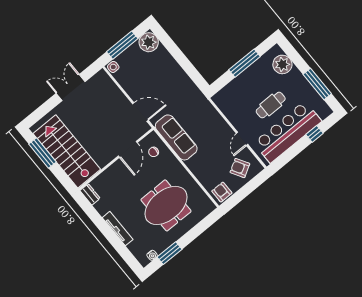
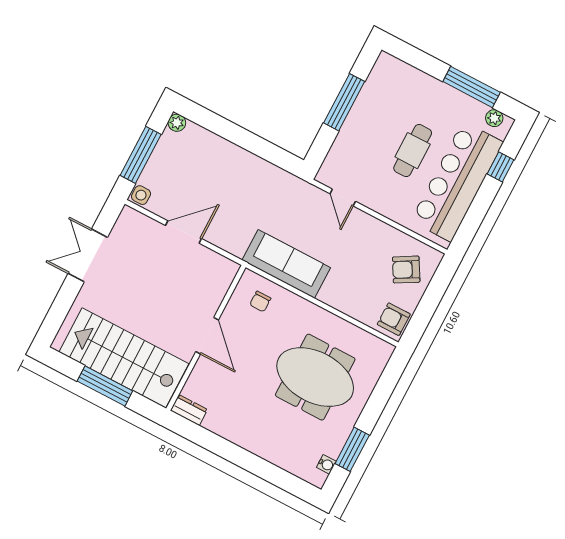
plant: (149, 42) -> (177, 123), width x0.53, depth x0.53
plant: (282, 64) -> (494, 118), moved, width x0.53, depth x0.53
door: (140, 112) -> (184, 232), moved
door: (242, 139) -> (343, 198), moved
door: (128, 149) -> (207, 336), moved
window: (43, 153) -> (105, 386), moved
meeting table: (166, 205) -> (315, 377), turned 90
tv unit: (118, 229) -> (255, 445), removed

